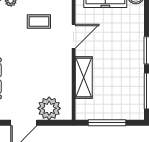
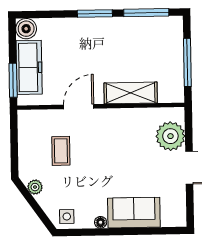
door: (74, 36) -> (79, 107), hinge flipped

